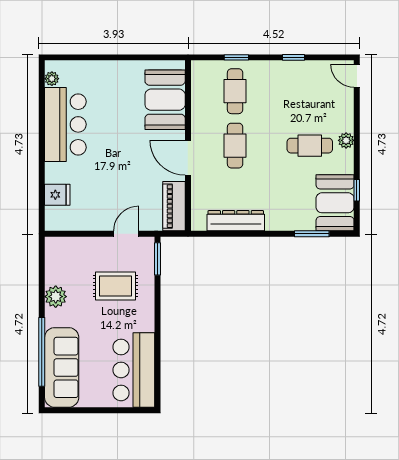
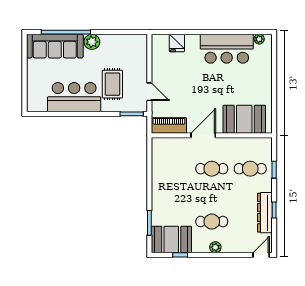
cafe table: (310, 146) -> (212, 222), turned 90
dresser: (236, 221) -> (265, 213), moved, turned 180
plant: (56, 297) -> (92, 42), moved
bar counter: (134, 370) -> (74, 97), moved

